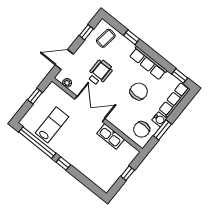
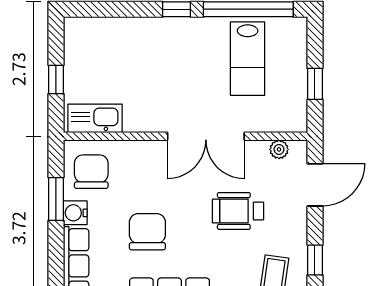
wheelchair: (100, 72) -> (238, 211), turned 90
chair: (139, 91) -> (147, 232), turned 180
kitchen sink: (111, 136) -> (95, 118), moved

